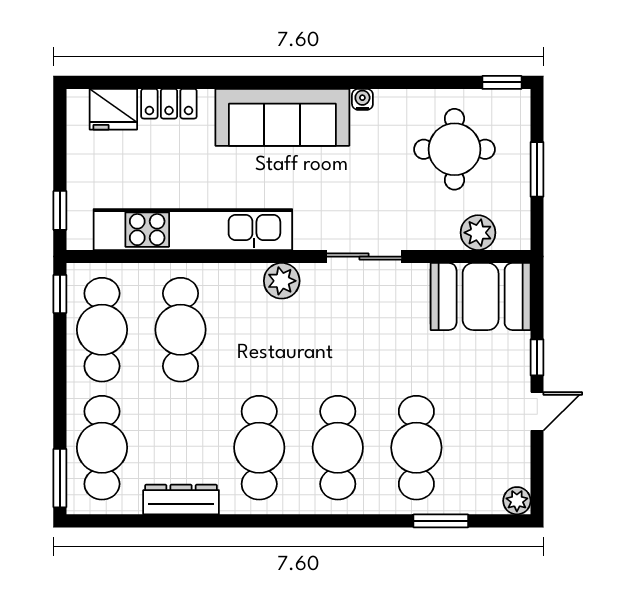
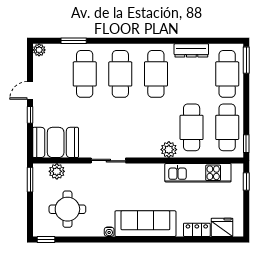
window: (537, 169) -> (30, 180), moved
kitchen unit: (193, 230) -> (198, 173), width x0.73
plant: (282, 281) -> (169, 150), moved

